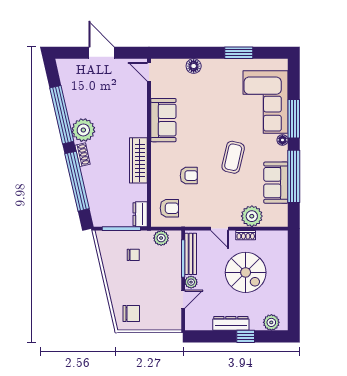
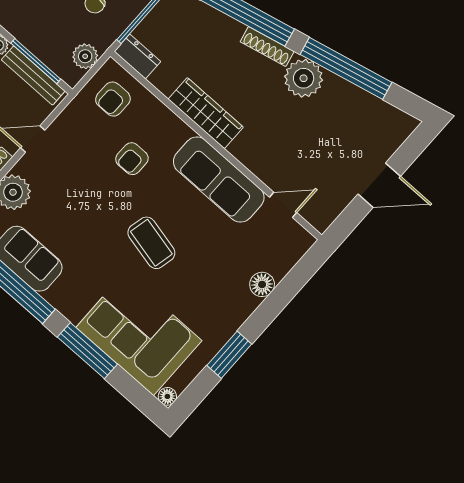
door: (149, 72) -> (283, 205), moved
sofa: (163, 120) -> (219, 180), width x1.36
floor lamp: (282, 140) -> (167, 396), moved
shoe rack: (83, 155) -> (267, 47), width x1.43
coffee table: (233, 157) -> (151, 243), moved

